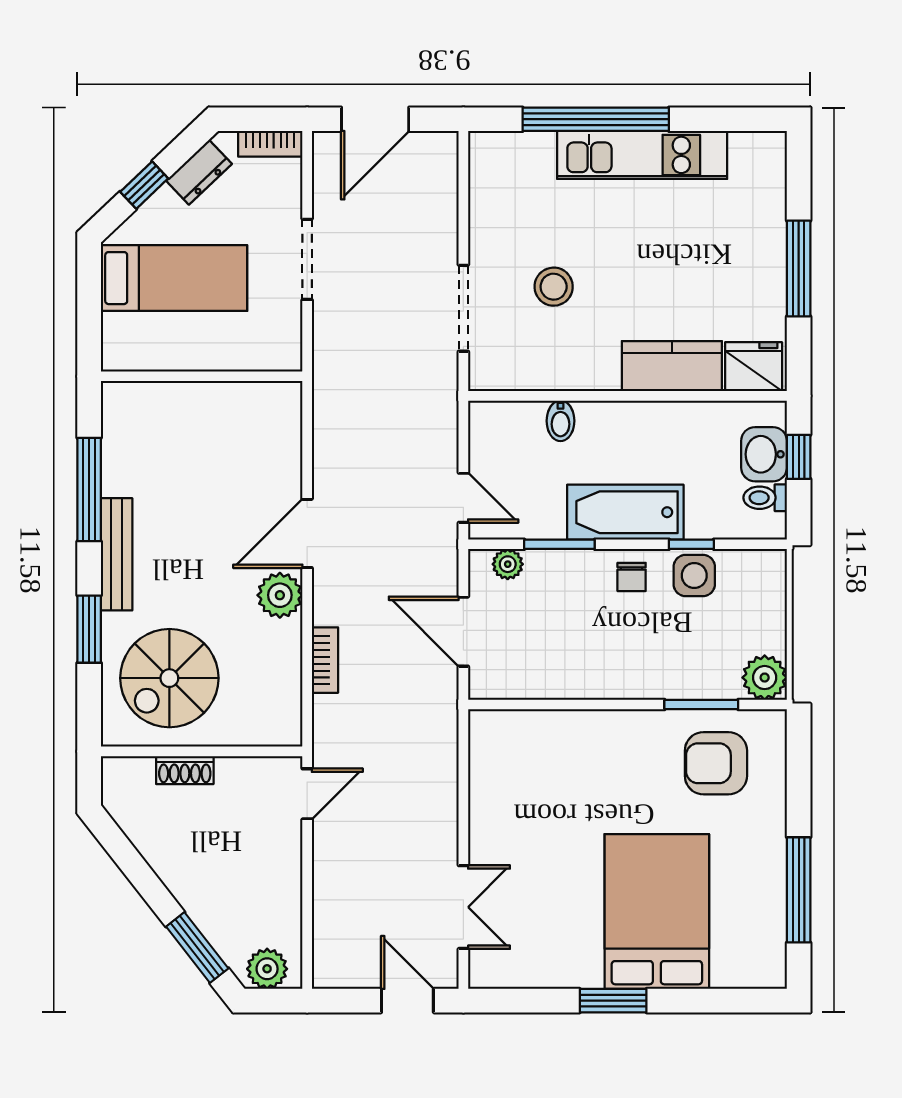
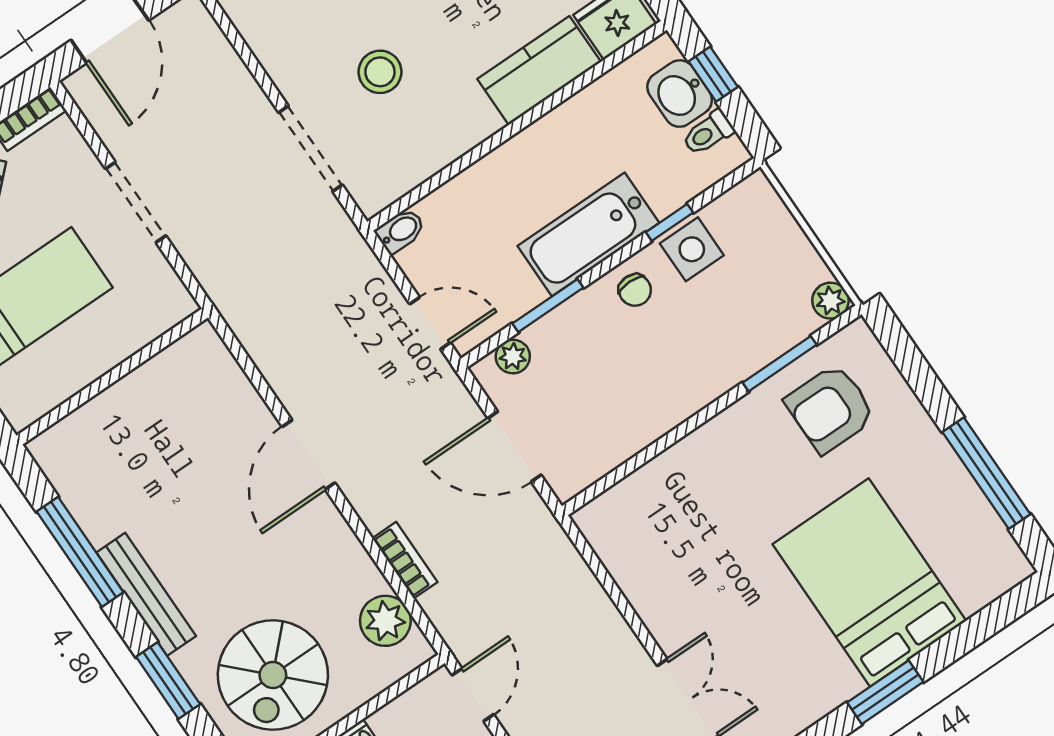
bidet: (561, 421) -> (400, 231), moved, turned -90
plant: (280, 595) -> (385, 621), moved
plant: (765, 678) -> (830, 301), width x0.73, depth x0.73

